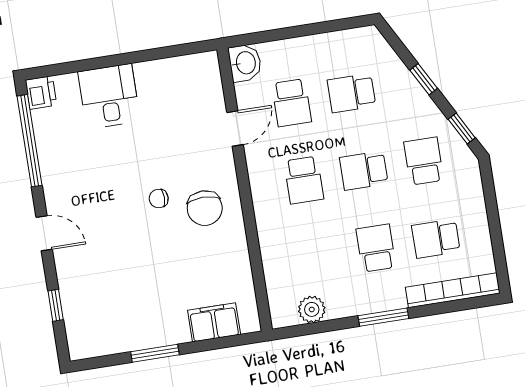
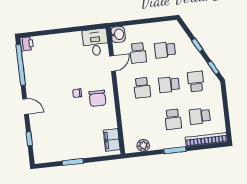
desk: (109, 96) -> (95, 42), moved
school desk: (376, 248) -> (173, 119), turned 180
filing cabinet: (214, 322) -> (112, 140), moved, turned -90

